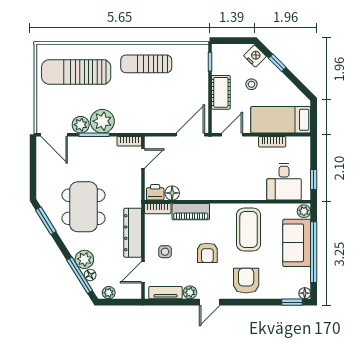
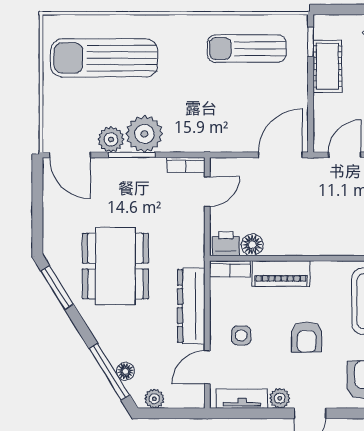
sun lounger: (146, 64) -> (247, 49), moved
cot: (221, 92) -> (327, 66), moved
plant: (84, 259) -> (117, 347), removed

